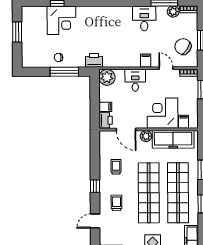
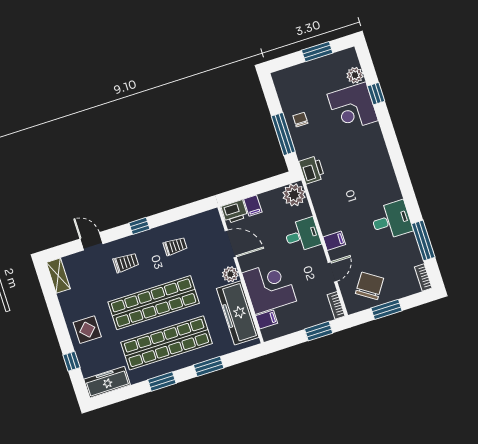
plant: (173, 12) -> (355, 75), moved
door: (126, 130) -> (231, 244), swing flipped

